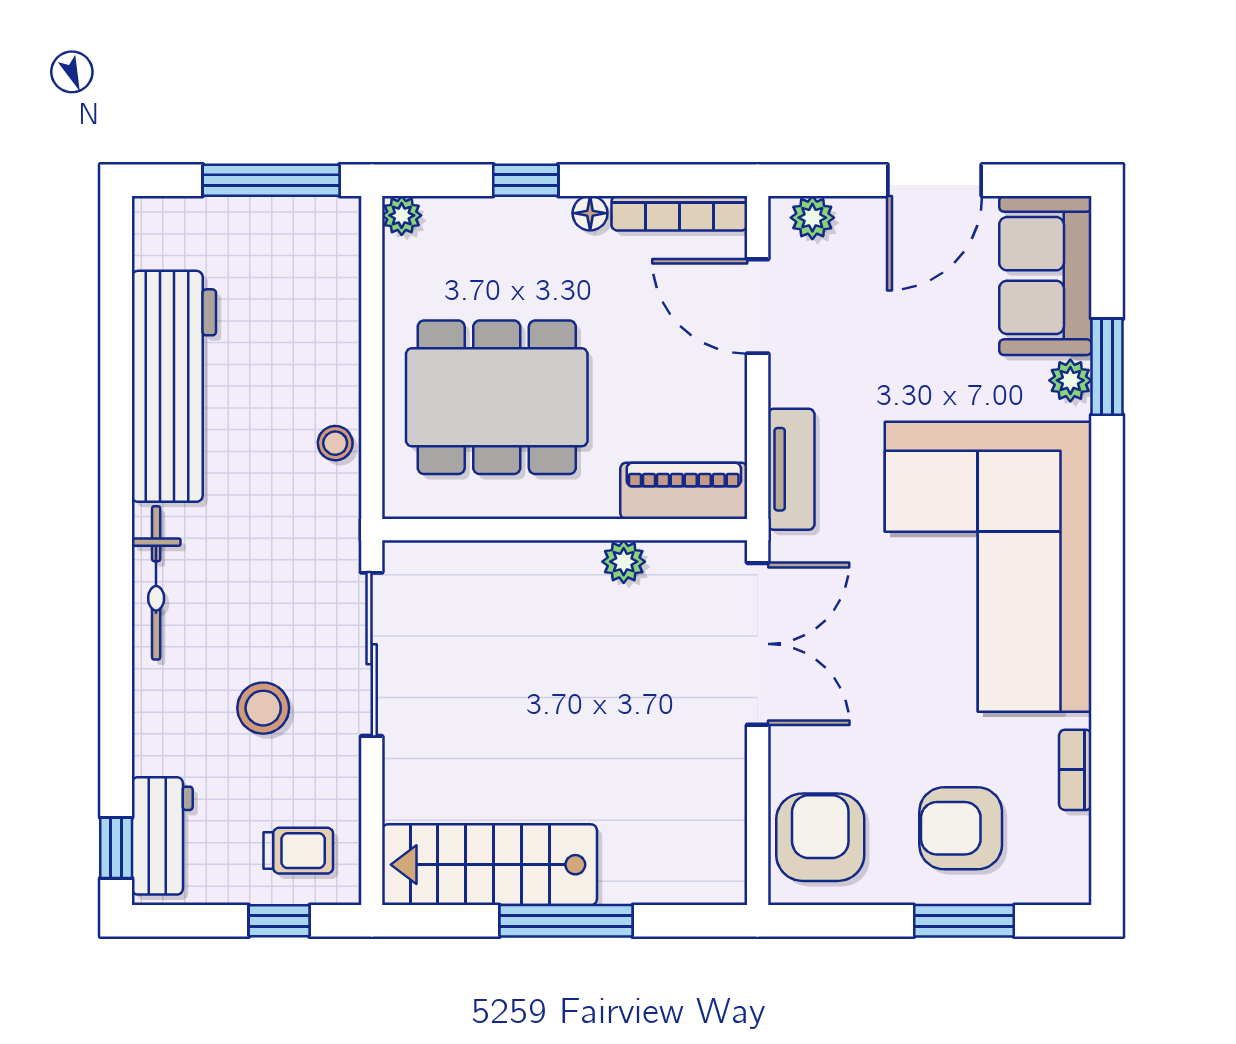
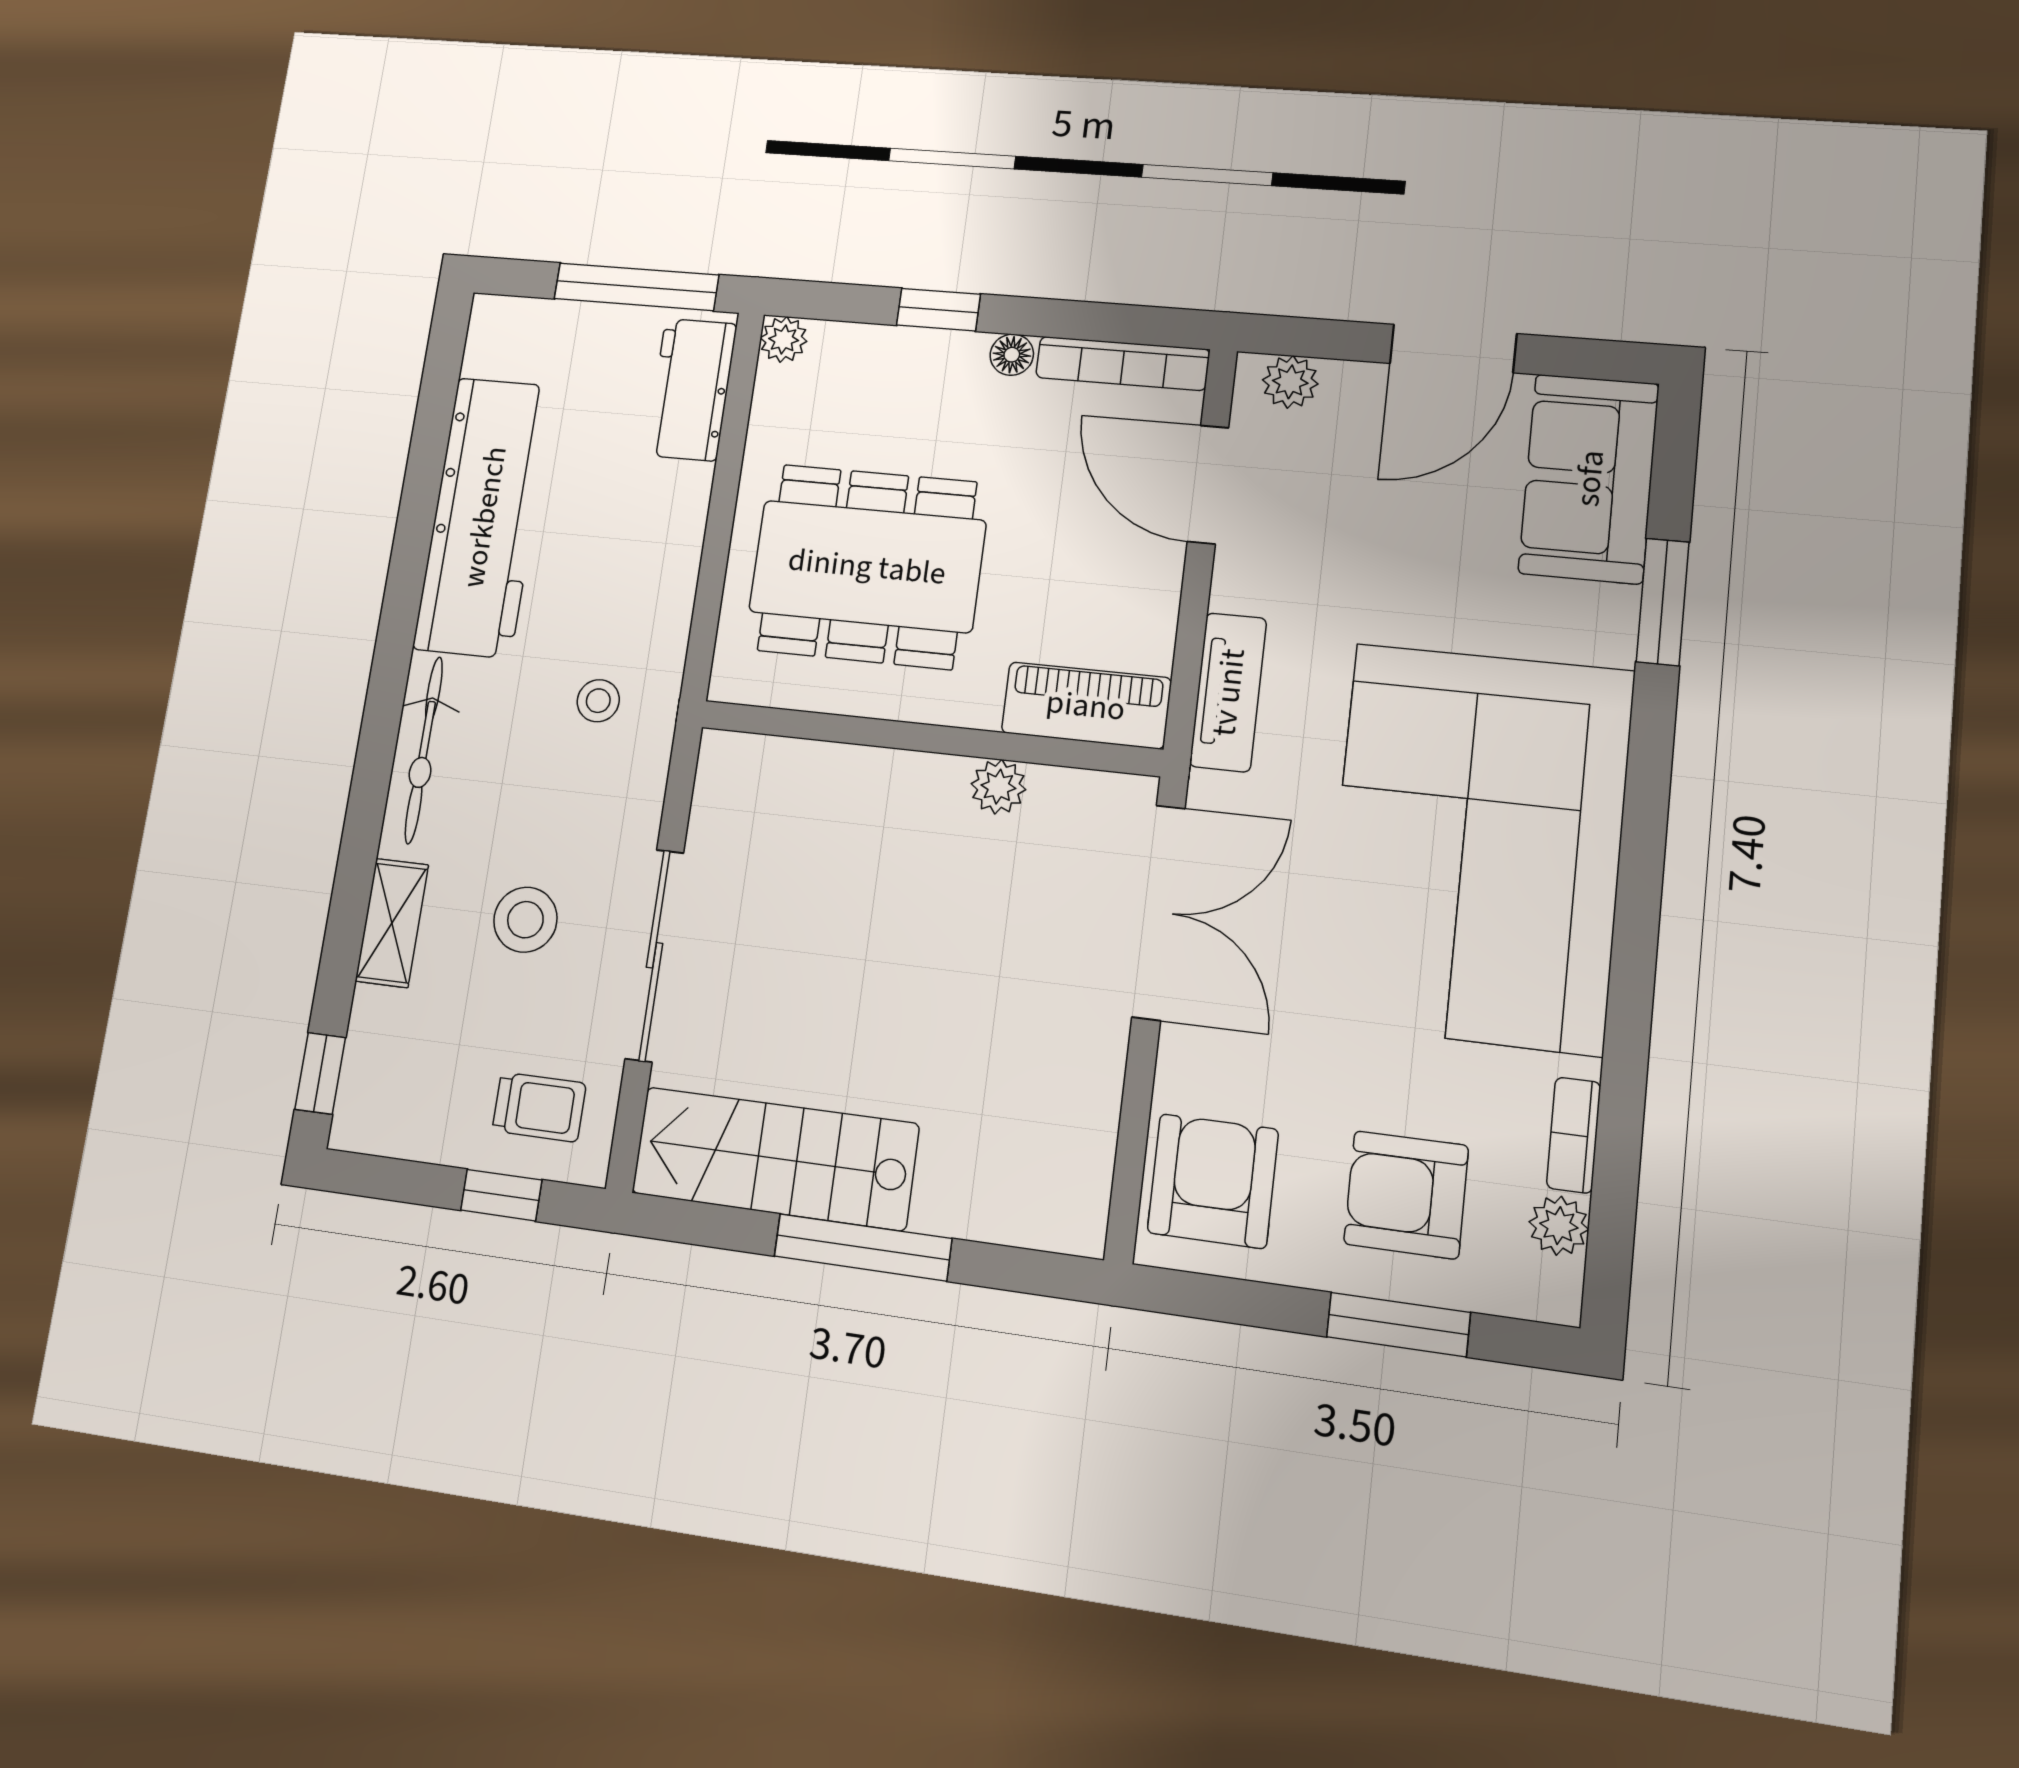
plant: (1070, 380) -> (1559, 1226), moved
stool: (335, 443) -> (598, 701), moved
sliding door: (372, 654) -> (654, 955), moved
shelving: (154, 724) -> (392, 923), added
workbench: (162, 836) -> (691, 389), moved, turned 180

